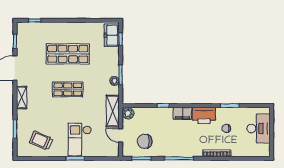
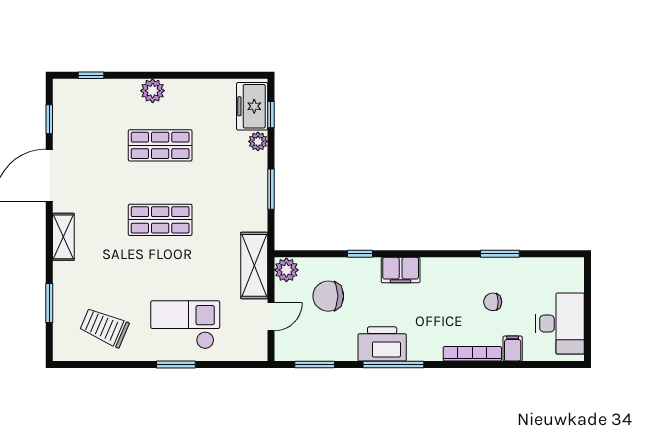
plant: (64, 28) -> (153, 91), added
shop shelf: (68, 54) -> (160, 145), width x0.70, depth x0.74
plant: (114, 81) -> (258, 141), moved
printer: (204, 115) -> (382, 344), moved, turned 180
desk: (258, 128) -> (560, 324), moved
door: (121, 136) -> (271, 317), swing flipped
checkout: (80, 139) -> (185, 325), turned 90
chair: (145, 141) -> (328, 296), moved
filing cabinet: (236, 151) -> (513, 349), added

